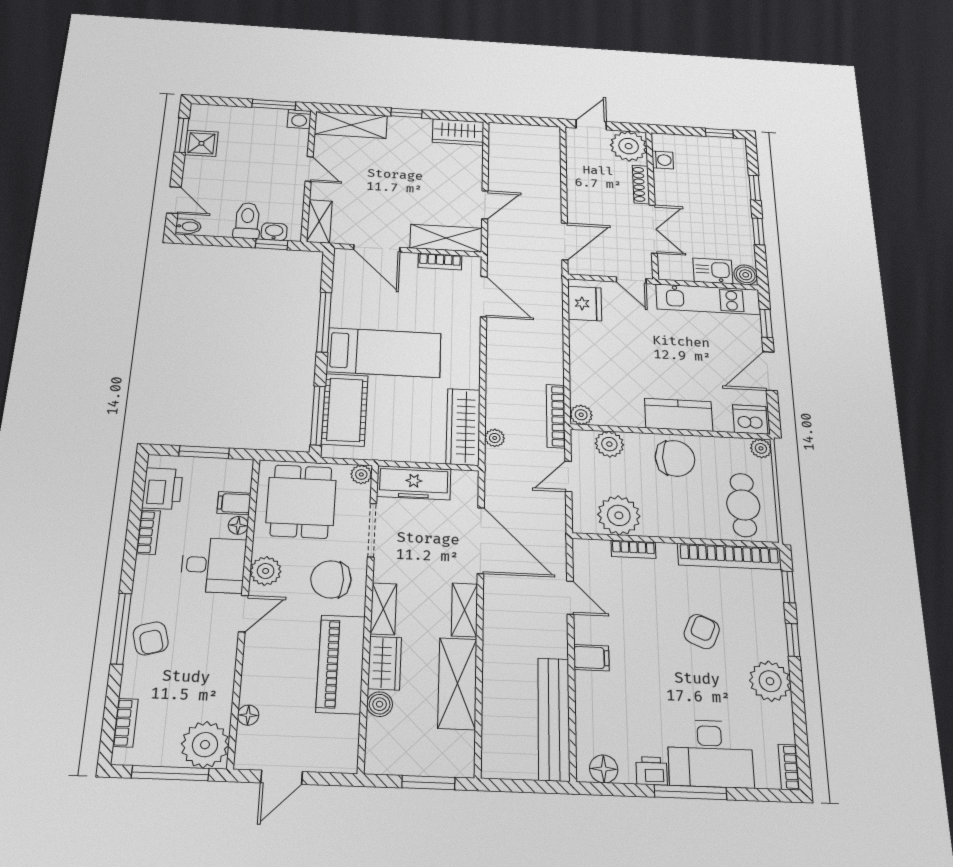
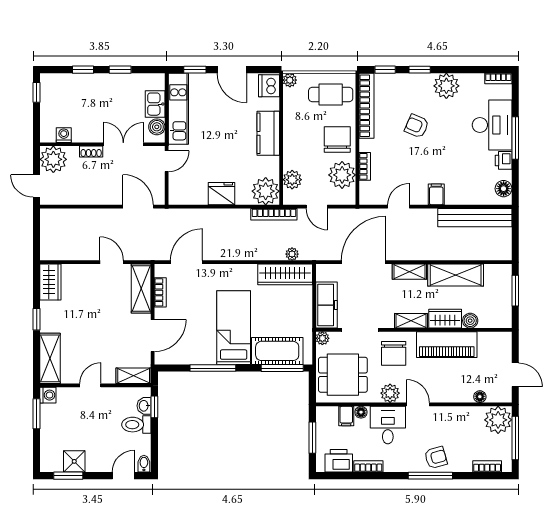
shoe rack: (641, 184) -> (91, 152), width x0.70
boiler: (746, 275) -> (157, 127), moved
fridge: (585, 304) -> (221, 194), moved
plant: (581, 415) -> (266, 191), width x1.87, depth x1.87
chair: (675, 458) -> (337, 140), moved

